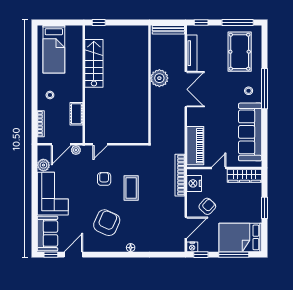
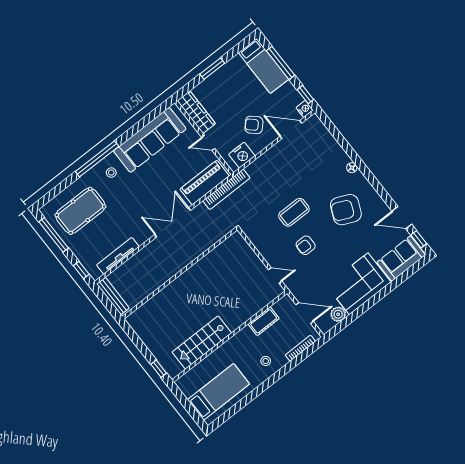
plant: (159, 78) -> (167, 268), removed
double door: (186, 89) -> (173, 222), moved
plant: (76, 150) -> (299, 294), removed
bookcase: (180, 175) -> (226, 189), moved
bed: (240, 237) -> (264, 66), width x0.67

